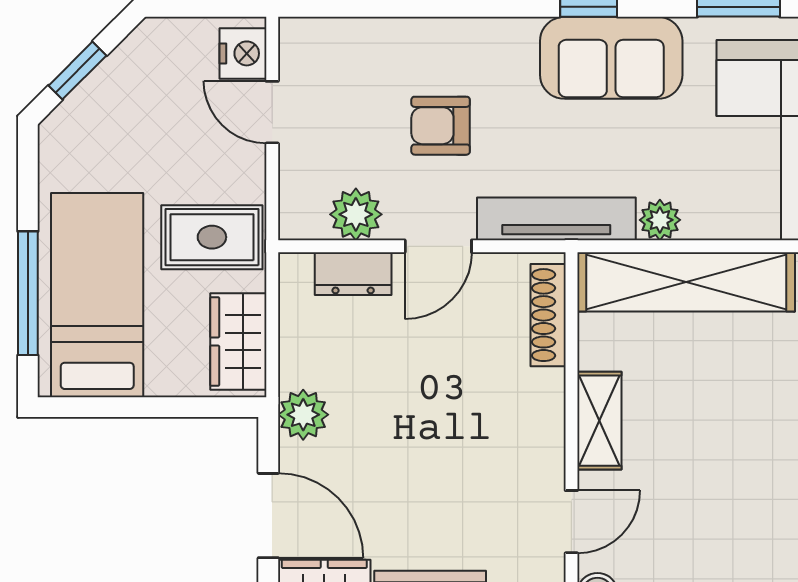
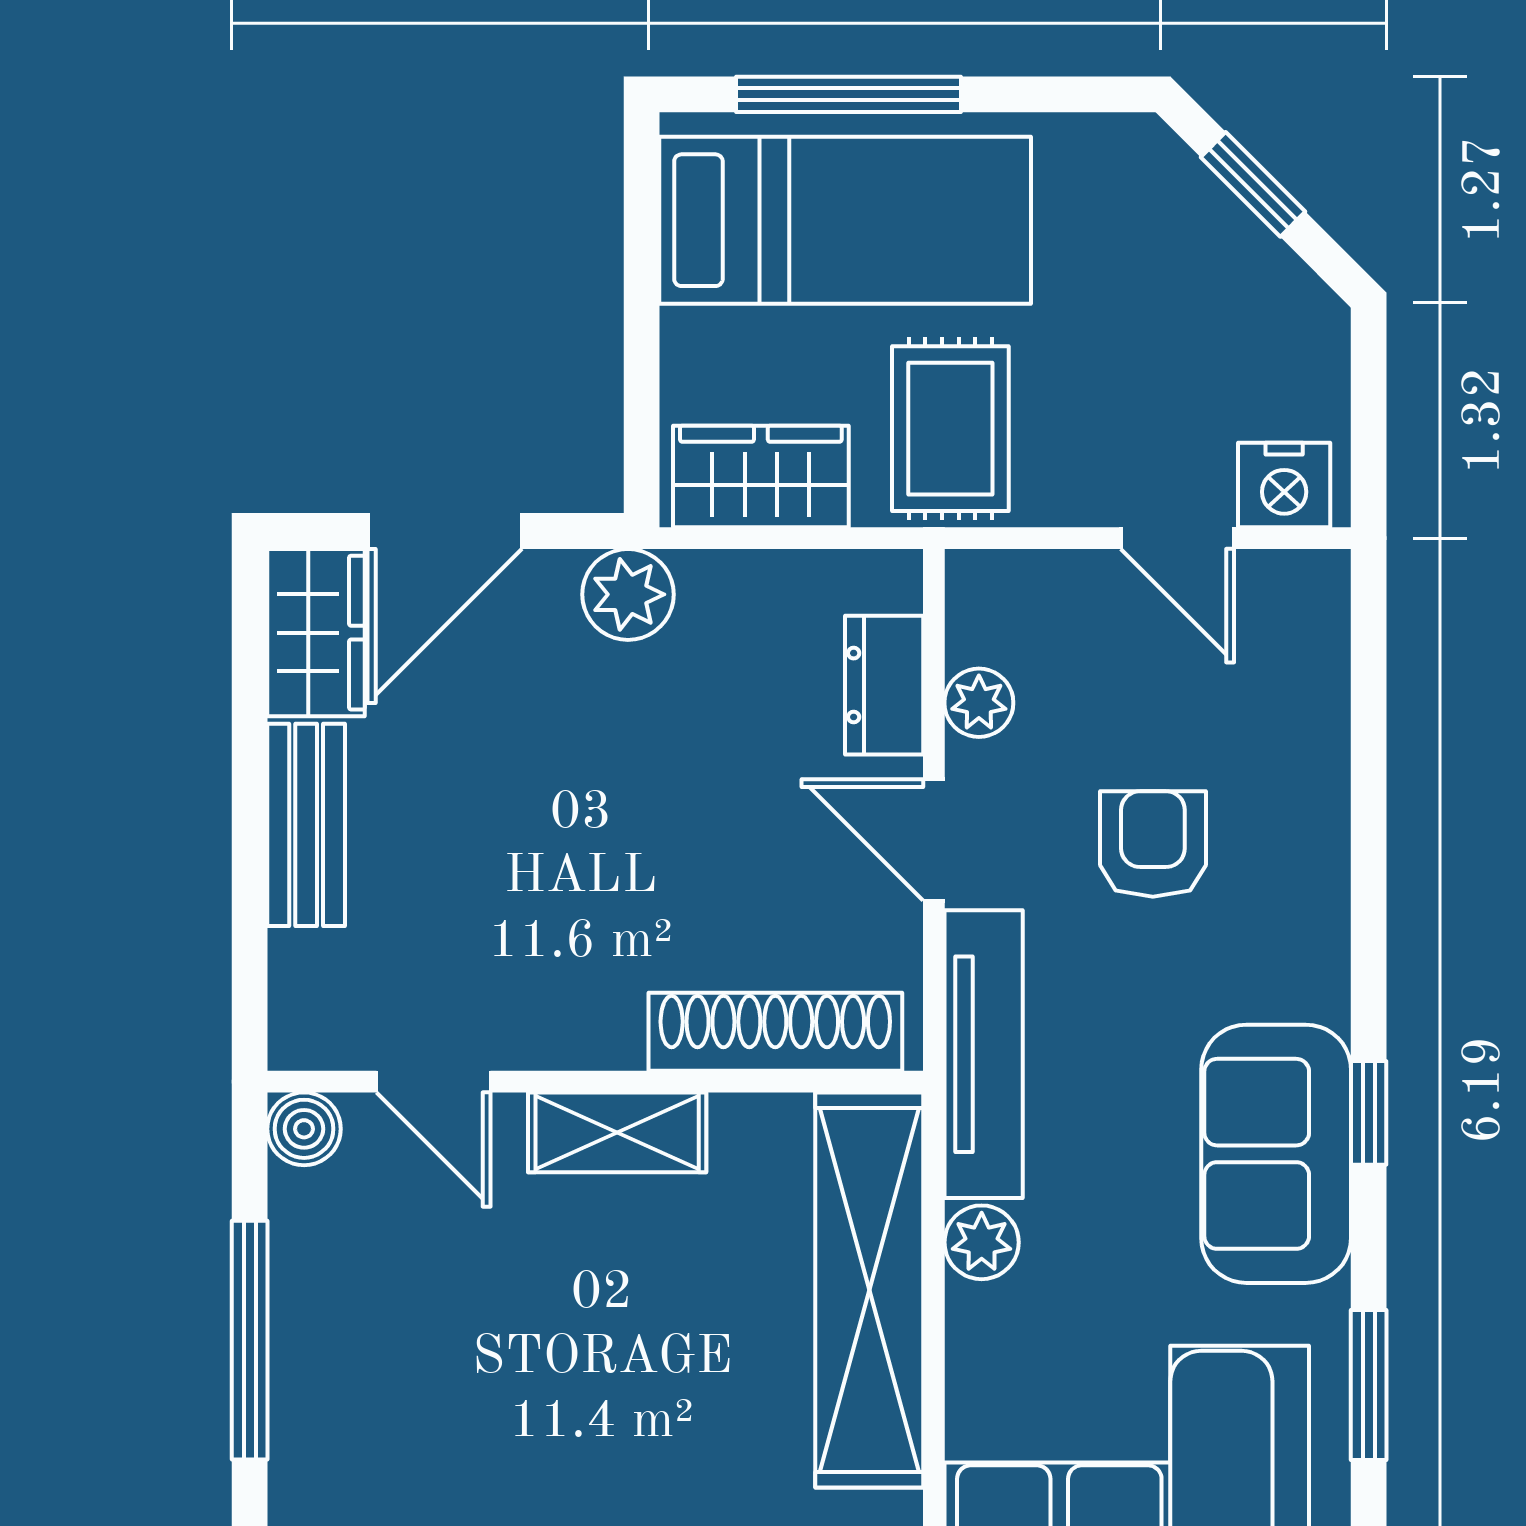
door: (272, 112) -> (1177, 538), swing flipped
plant: (356, 214) -> (979, 703), width x0.73, depth x0.73
shoe rack: (548, 315) -> (775, 1032), width x1.36, depth x1.24

